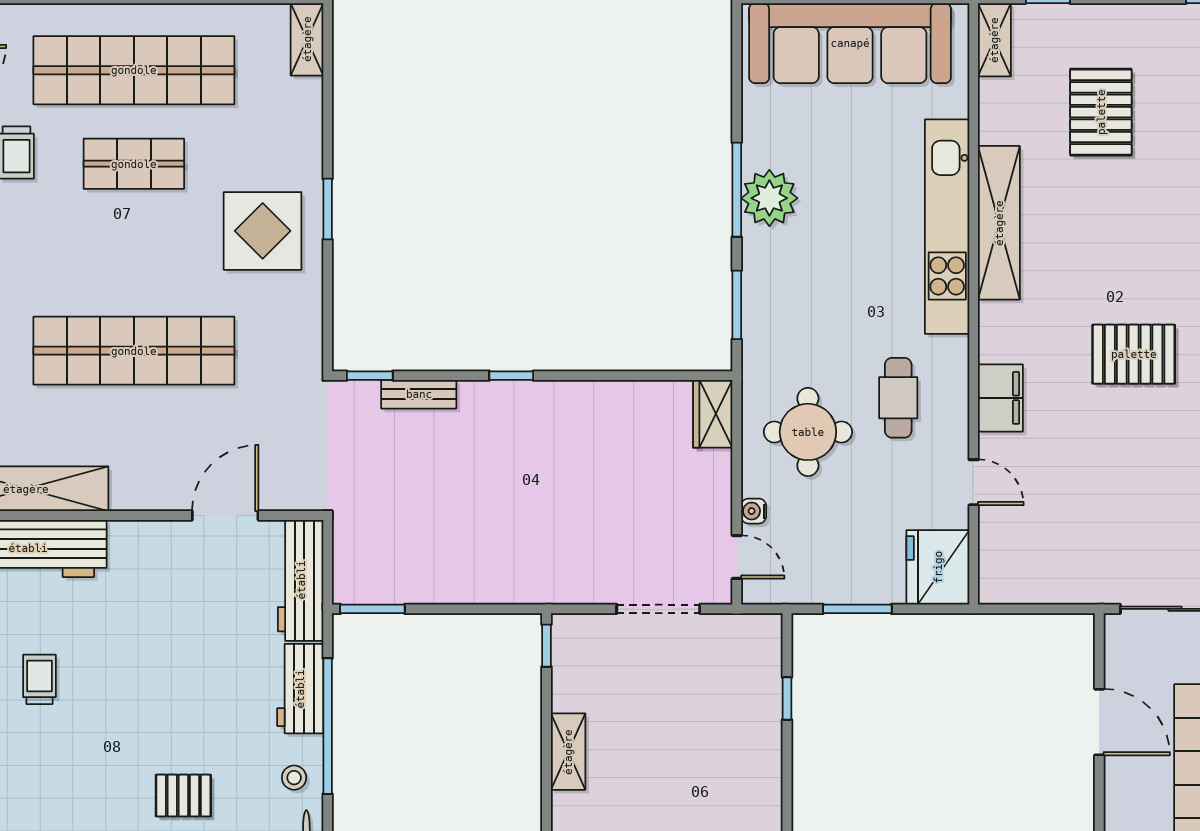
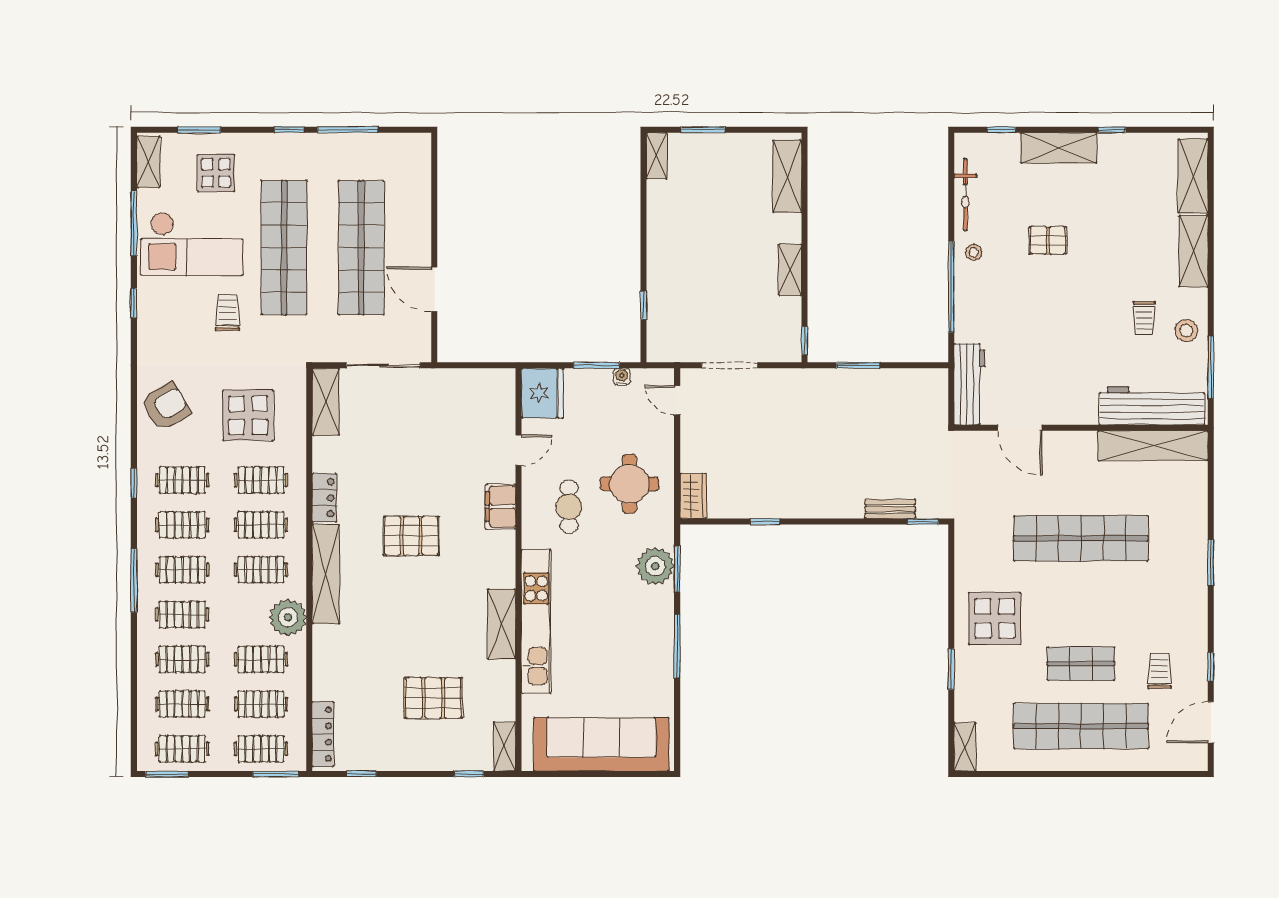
pallet: (1101, 112) -> (433, 698), turned 90
plant: (769, 198) -> (655, 566), moved
window: (328, 209) -> (951, 669), moved
shelving: (999, 223) -> (502, 624), width x0.68
window: (511, 376) -> (765, 522), moved
door: (974, 482) -> (518, 450), swing flipped
water cooler: (754, 511) -> (622, 377), moved, turned -90
door: (225, 516) -> (1020, 428), hinge flipped
window: (372, 609) -> (858, 365), moved
workbench: (300, 689) -> (970, 312), removed

